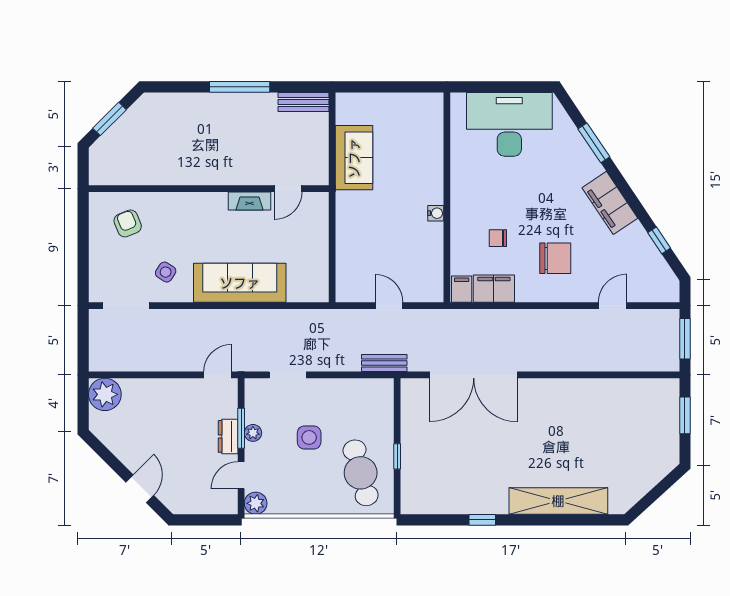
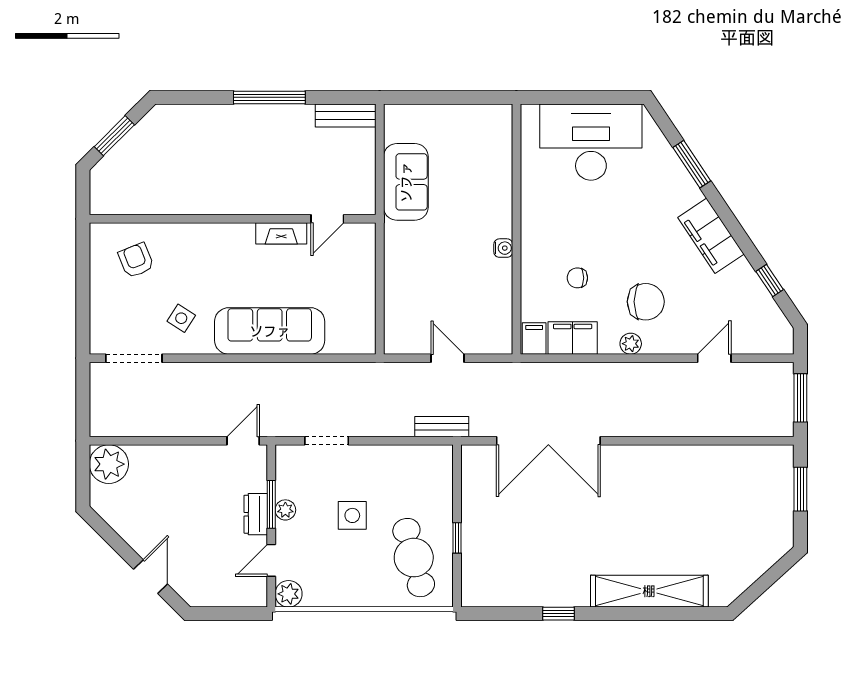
plant: (543, 293) -> (631, 344), added

